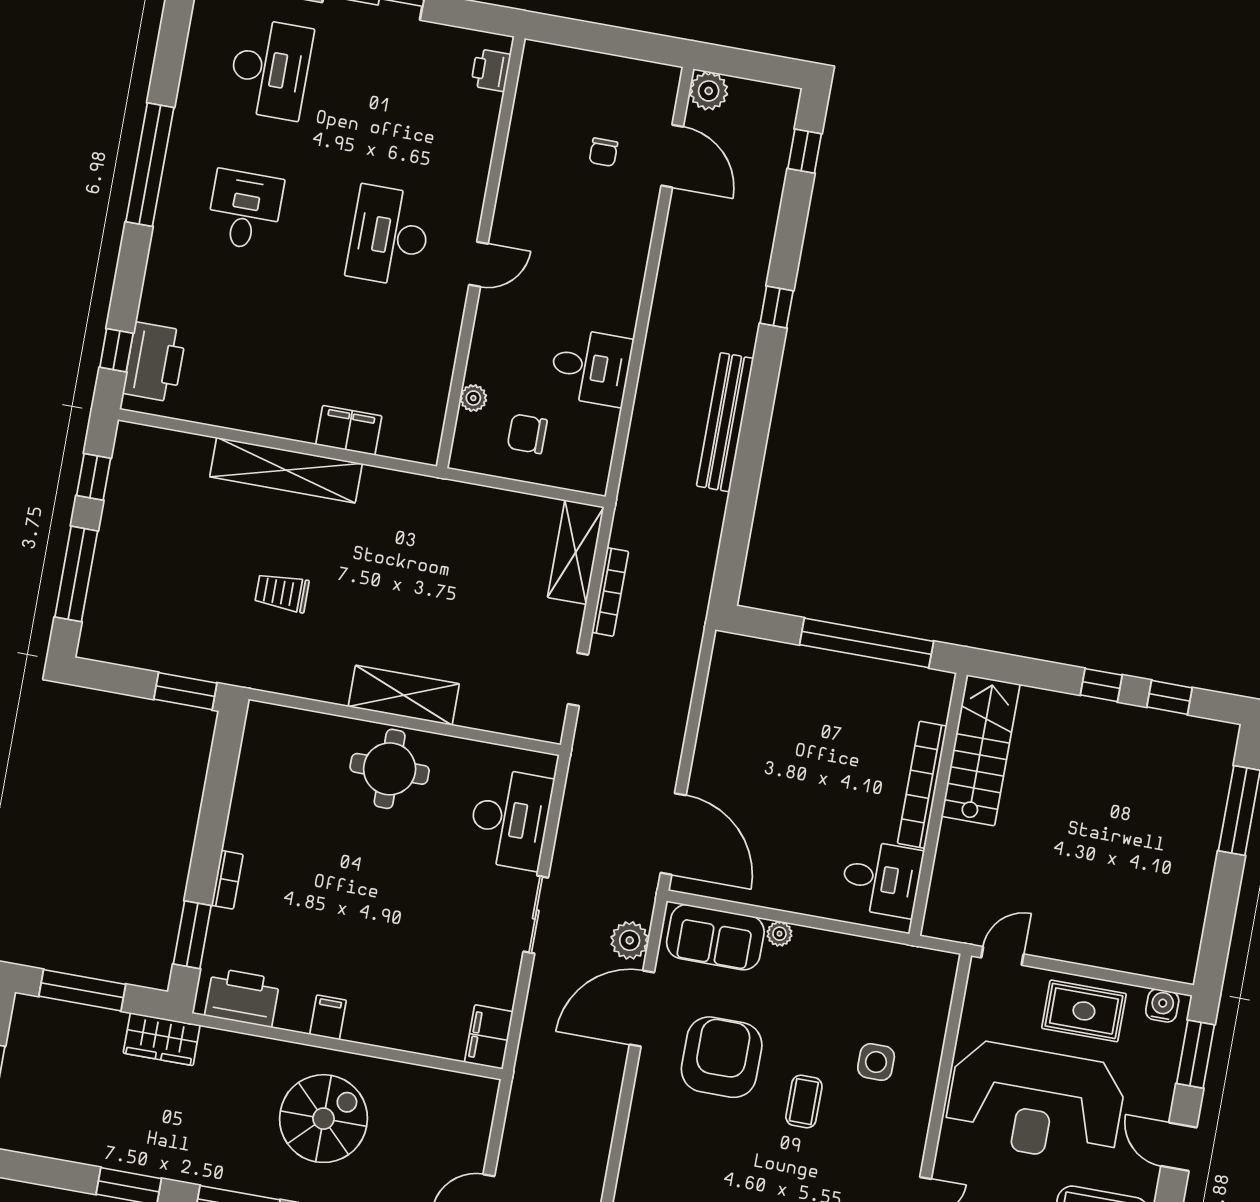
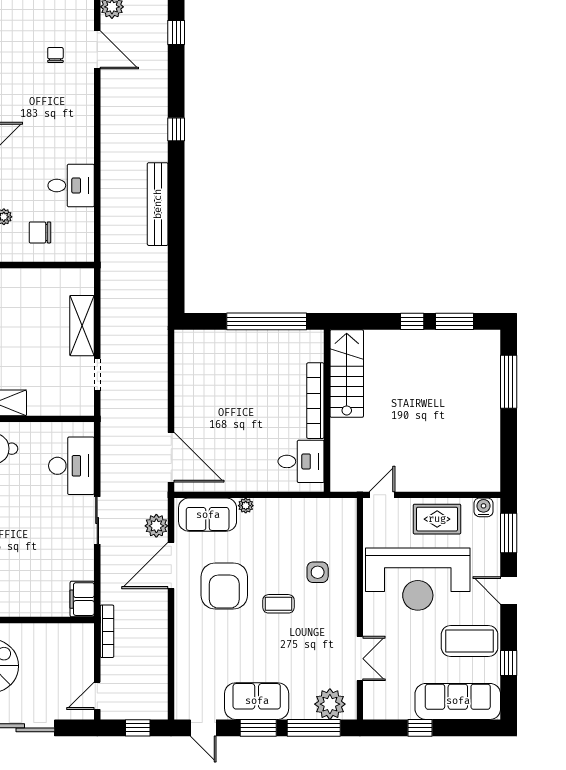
chair: (603, 152) -> (55, 55), turned 180
shelving: (576, 552) -> (82, 326), moved
bookcase: (610, 592) -> (107, 631), moved
window: (1169, 697) -> (455, 321), width x1.50
armchair: (722, 1057) -> (224, 586), turned 180
coffee table: (804, 1102) -> (279, 604), turned 90

